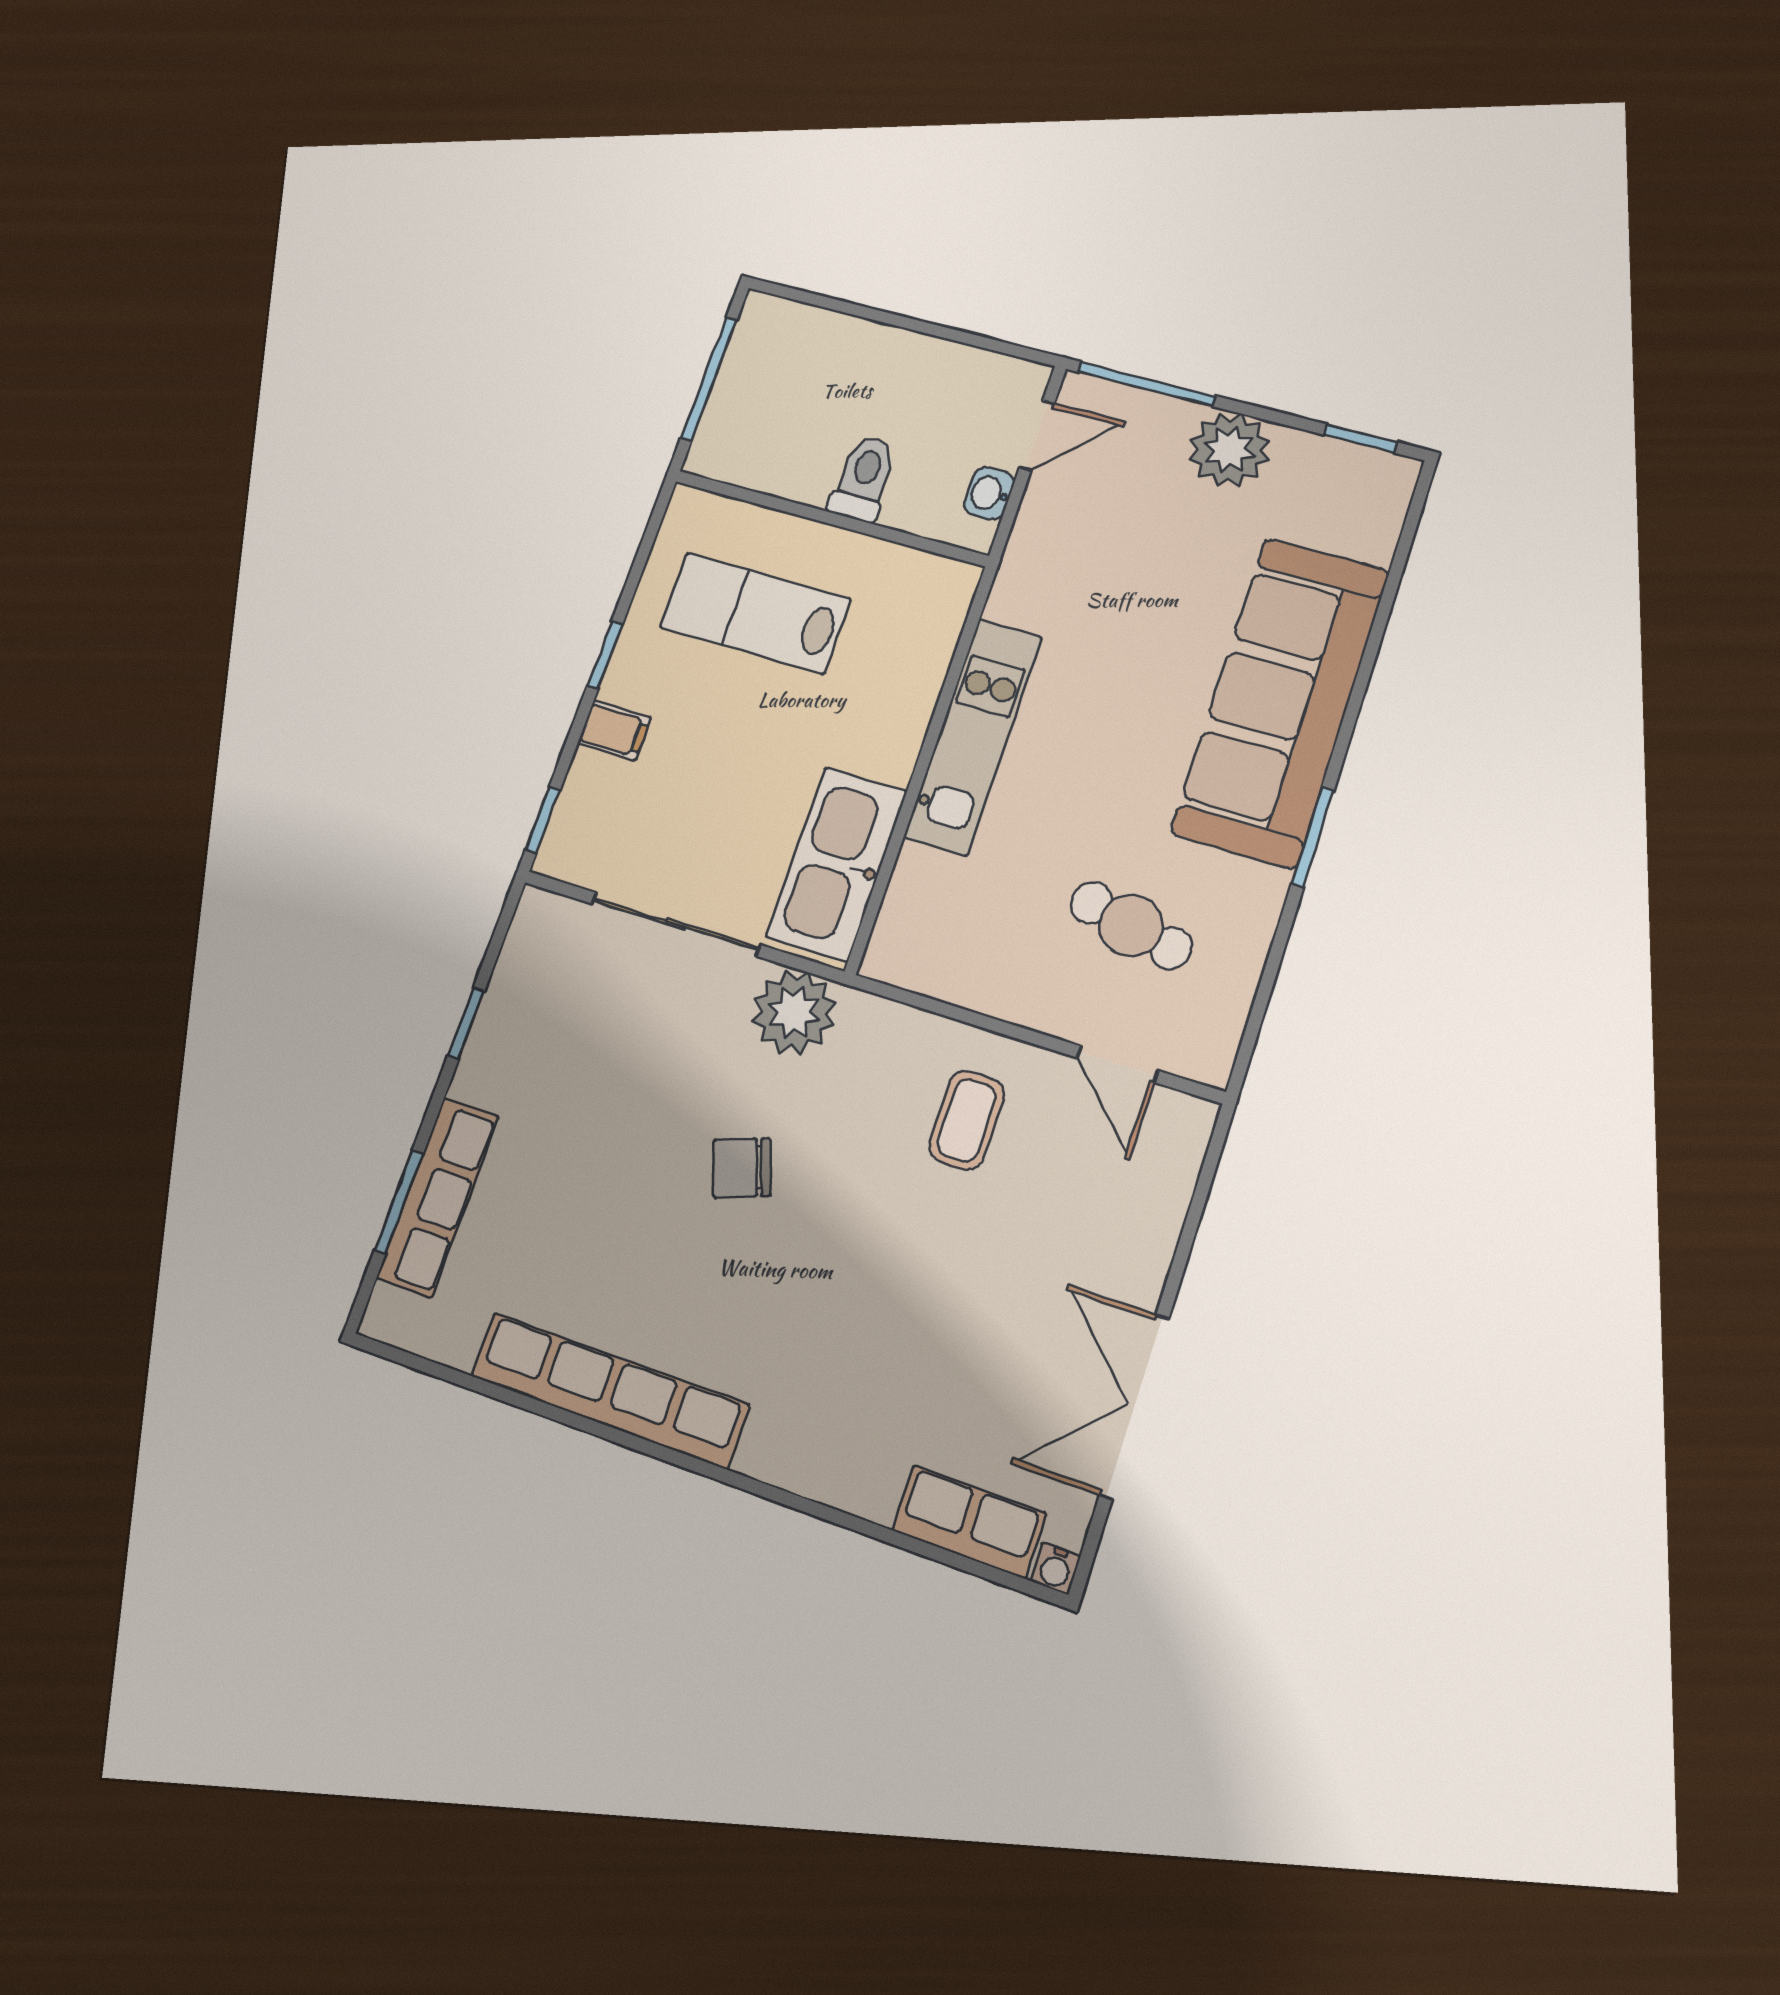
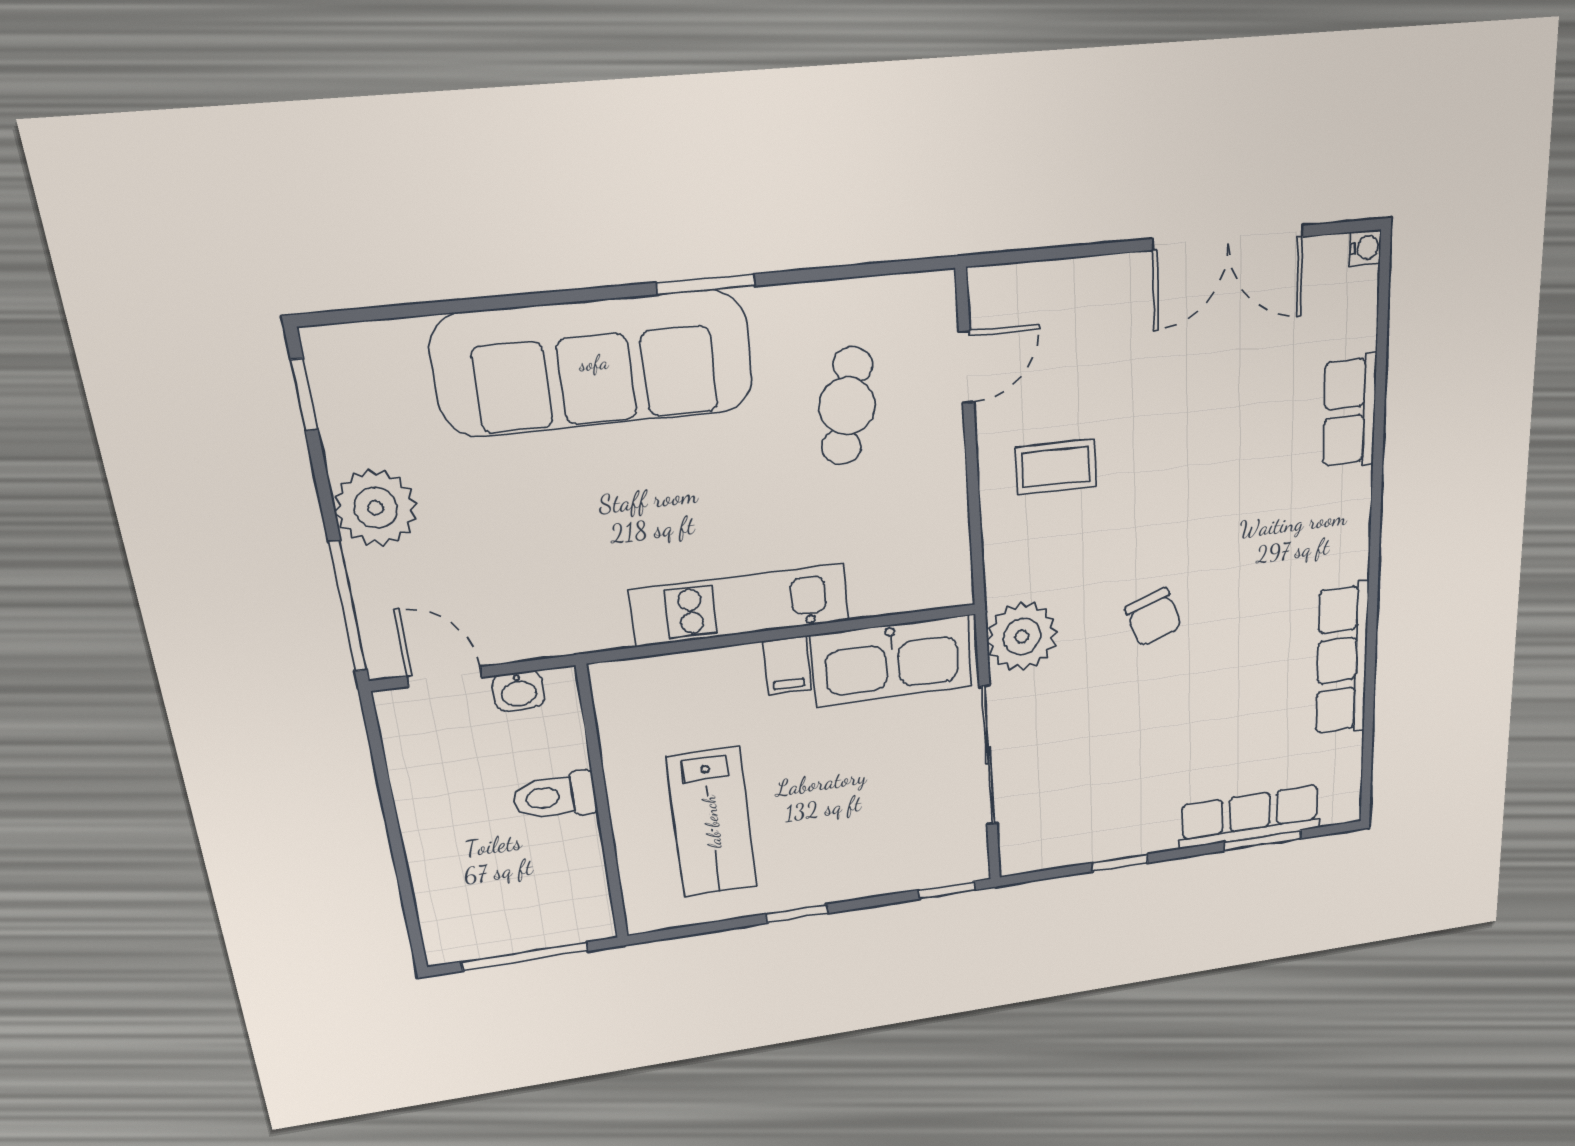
filing cabinet: (614, 730) -> (787, 665), moved, turned 180
row of seats: (609, 1390) -> (1342, 660), width x0.73
row of seats: (969, 1522) -> (1350, 412), moved

